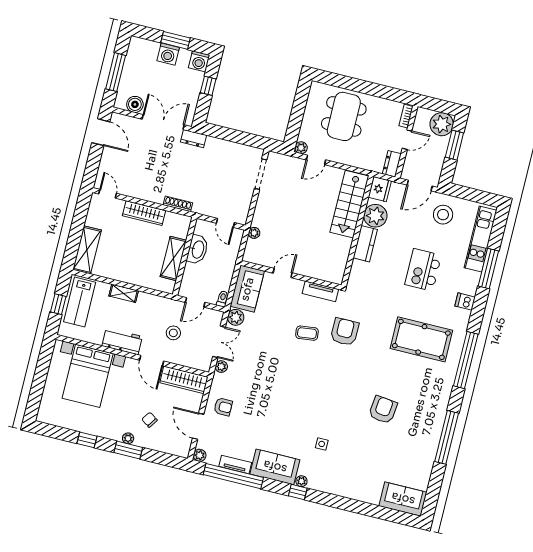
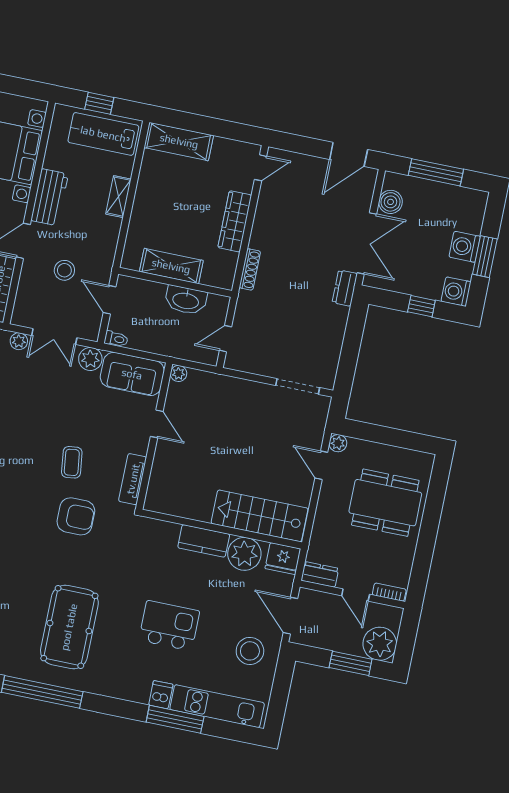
plant: (254, 233) -> (179, 374), moved
dishwasher: (465, 302) -> (161, 695), moved

